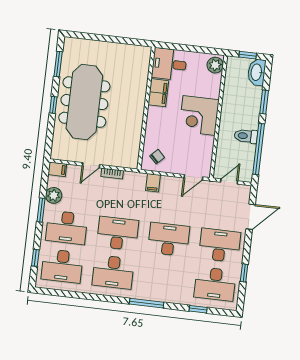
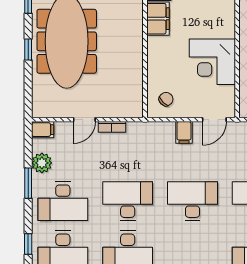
corner desk: (199, 115) -> (212, 62), moved
filing cabinet: (153, 183) -> (184, 132), moved

